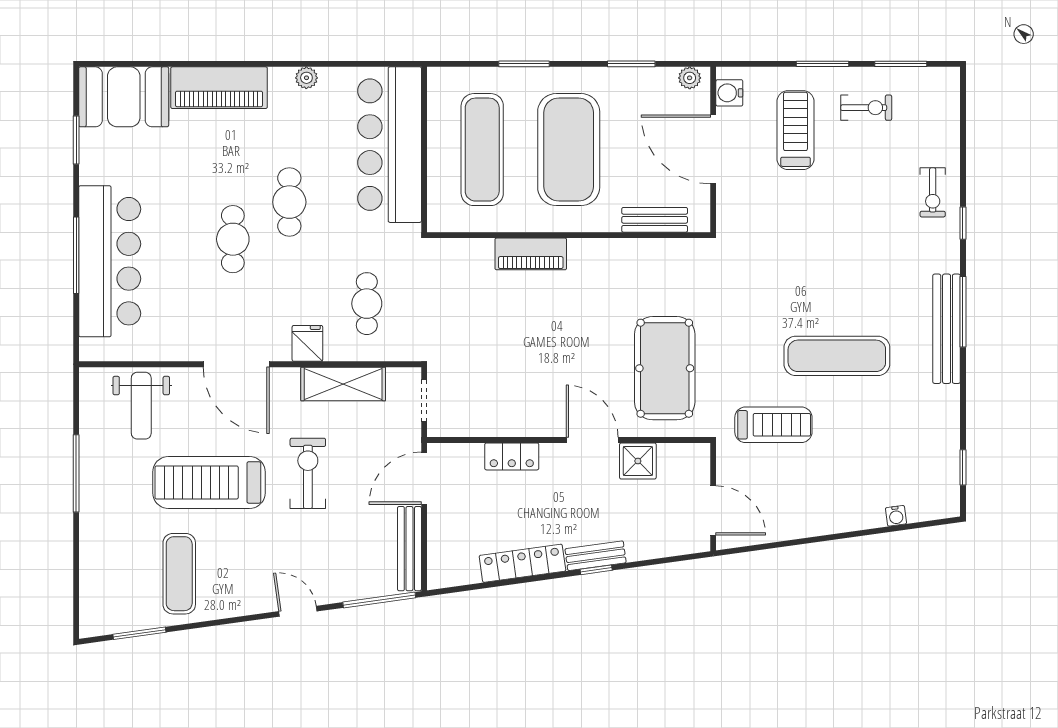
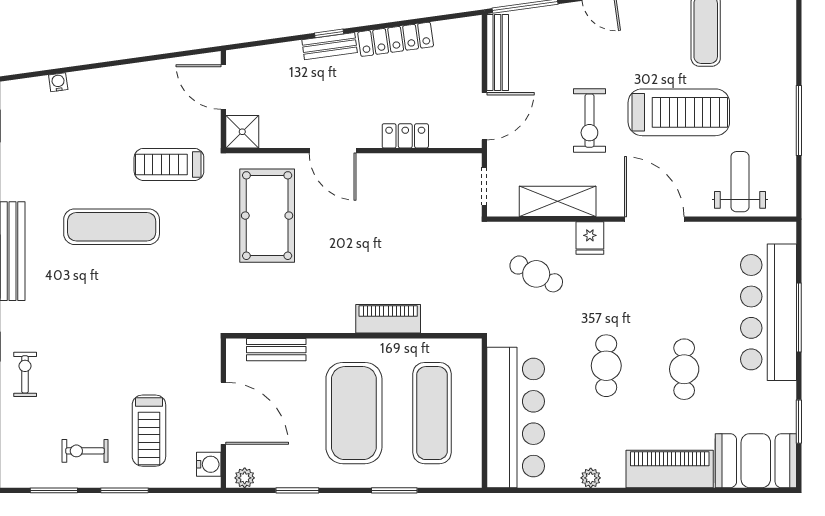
cafe table: (233, 239) -> (684, 369), moved
cafe table: (367, 304) -> (536, 274), turned -63
shower: (638, 461) -> (242, 132), moved

